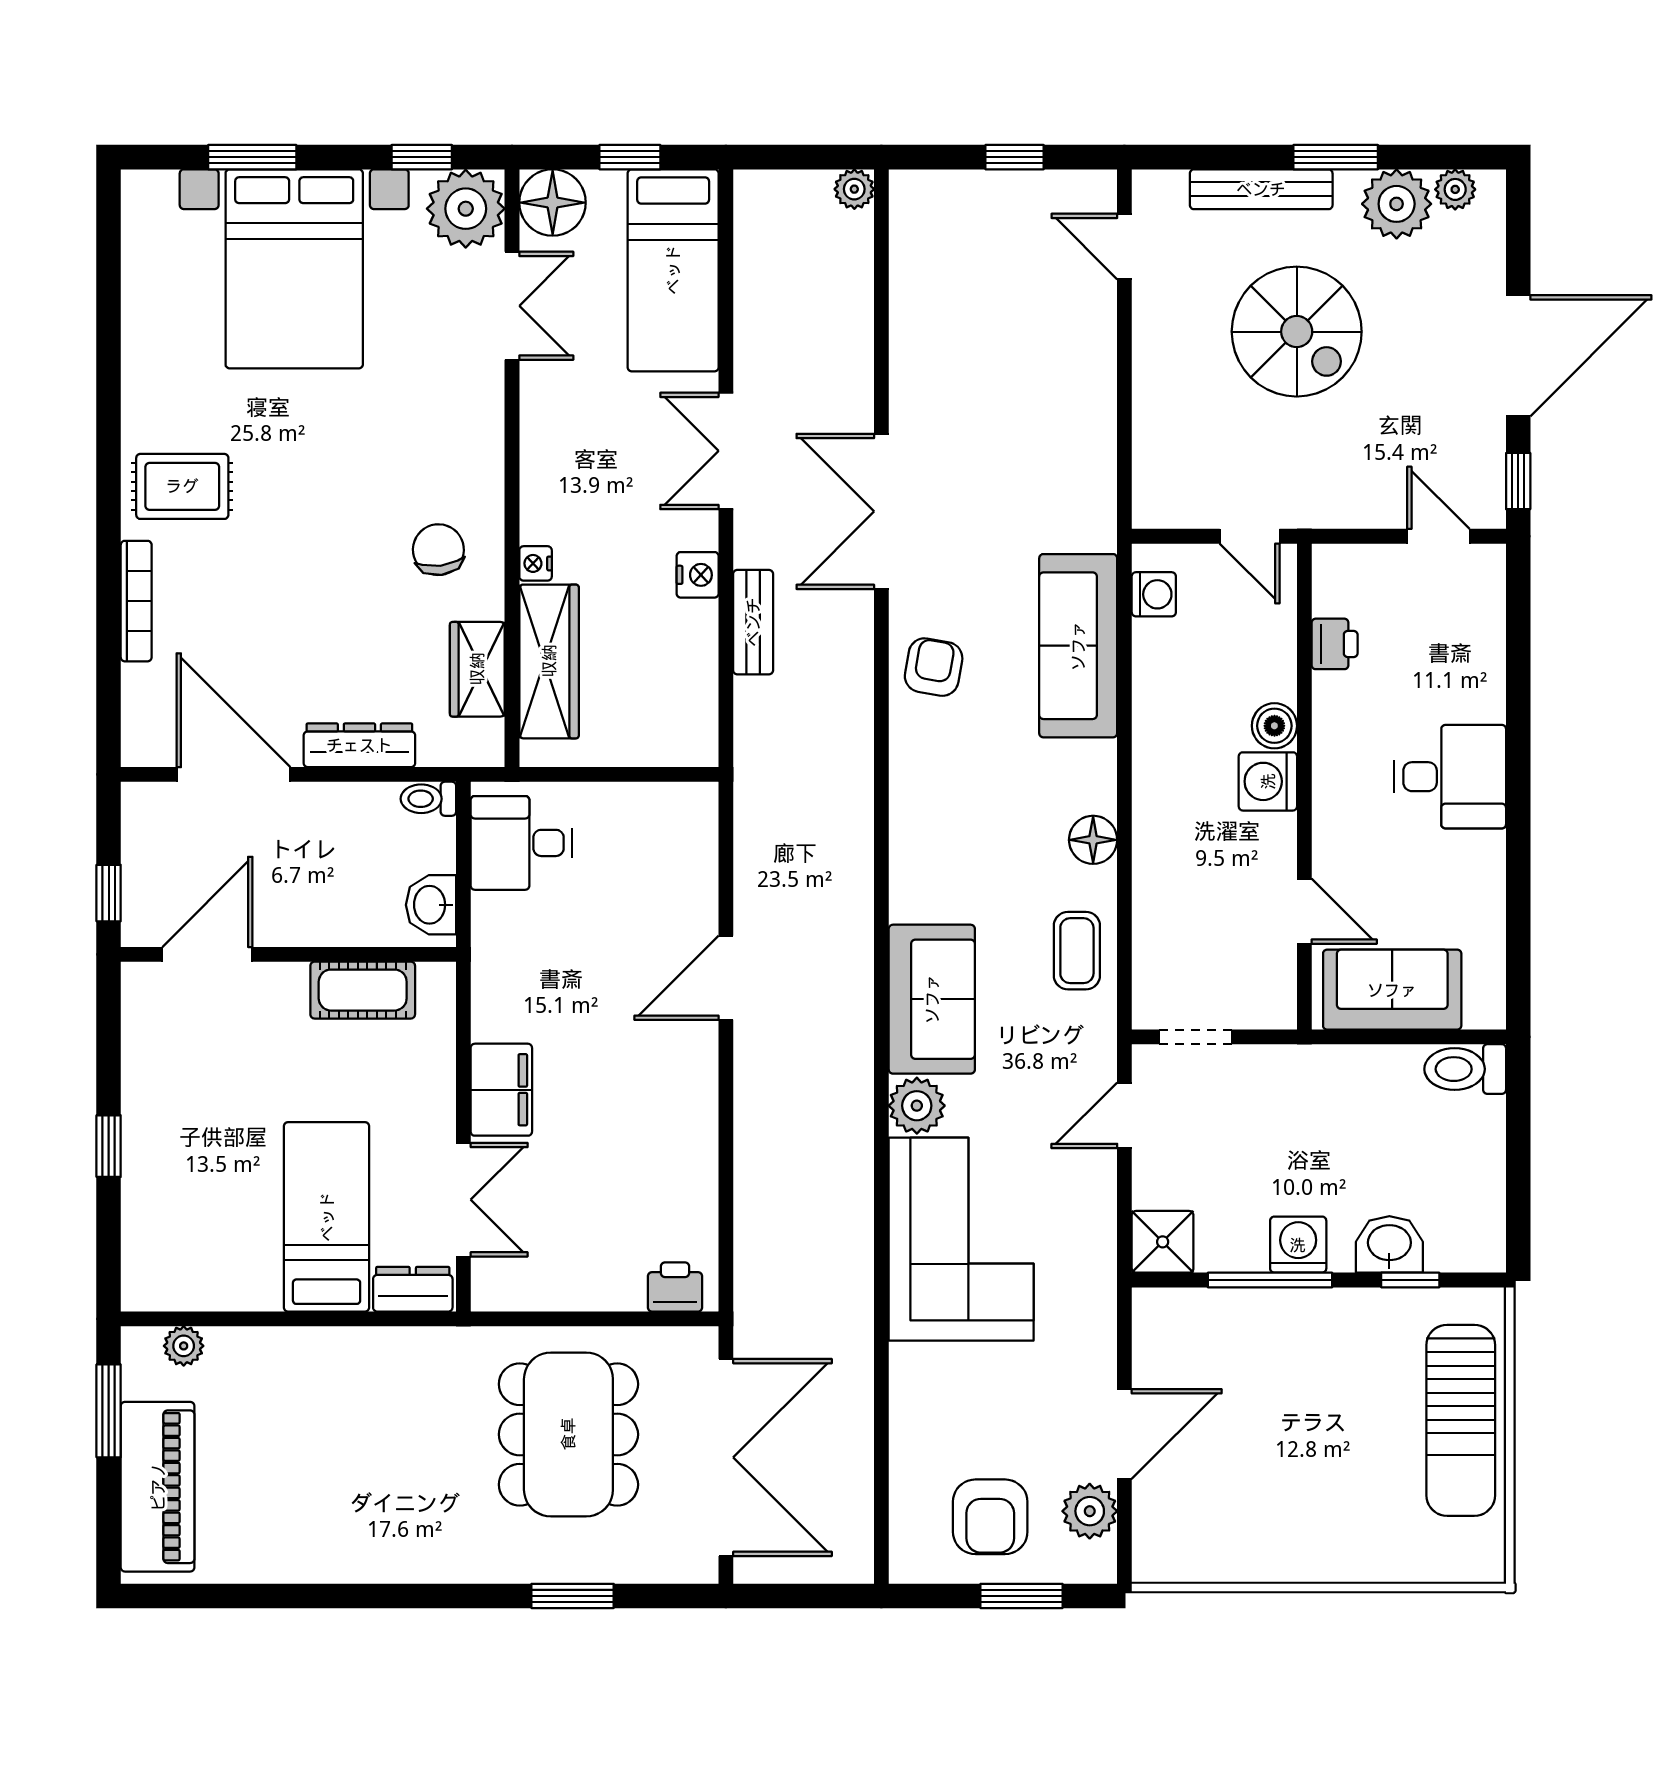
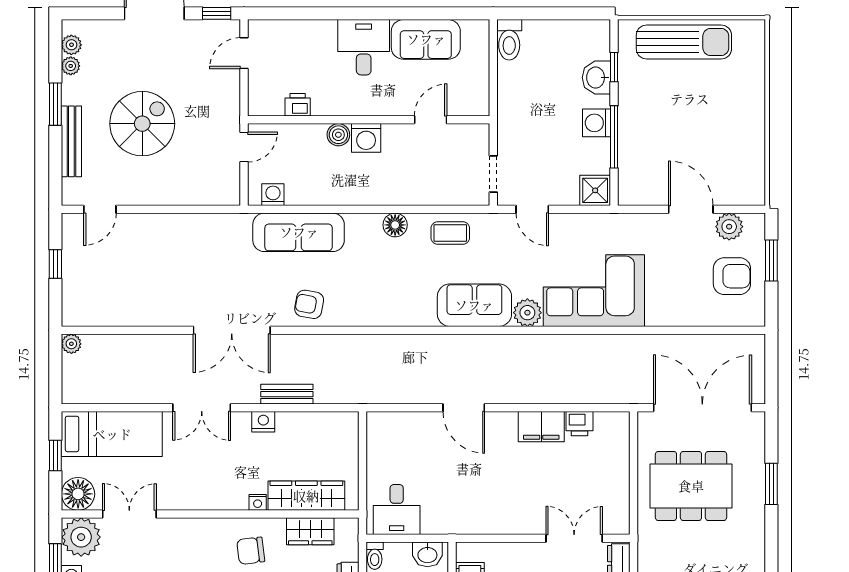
plant: (1397, 204) -> (71, 66), width x0.53, depth x0.53
sofa: (1392, 990) -> (426, 39), moved, turned -90
filing cabinet: (501, 1090) -> (541, 427), moved, turned 180
printer: (675, 1287) -> (580, 424), moved, turned -90

